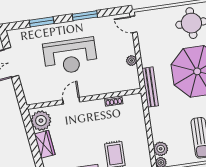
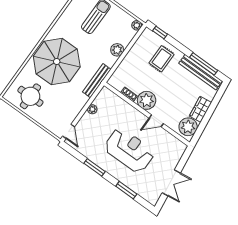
plant: (95, 110) -> (147, 100), added
plant: (161, 149) -> (117, 50), moved

